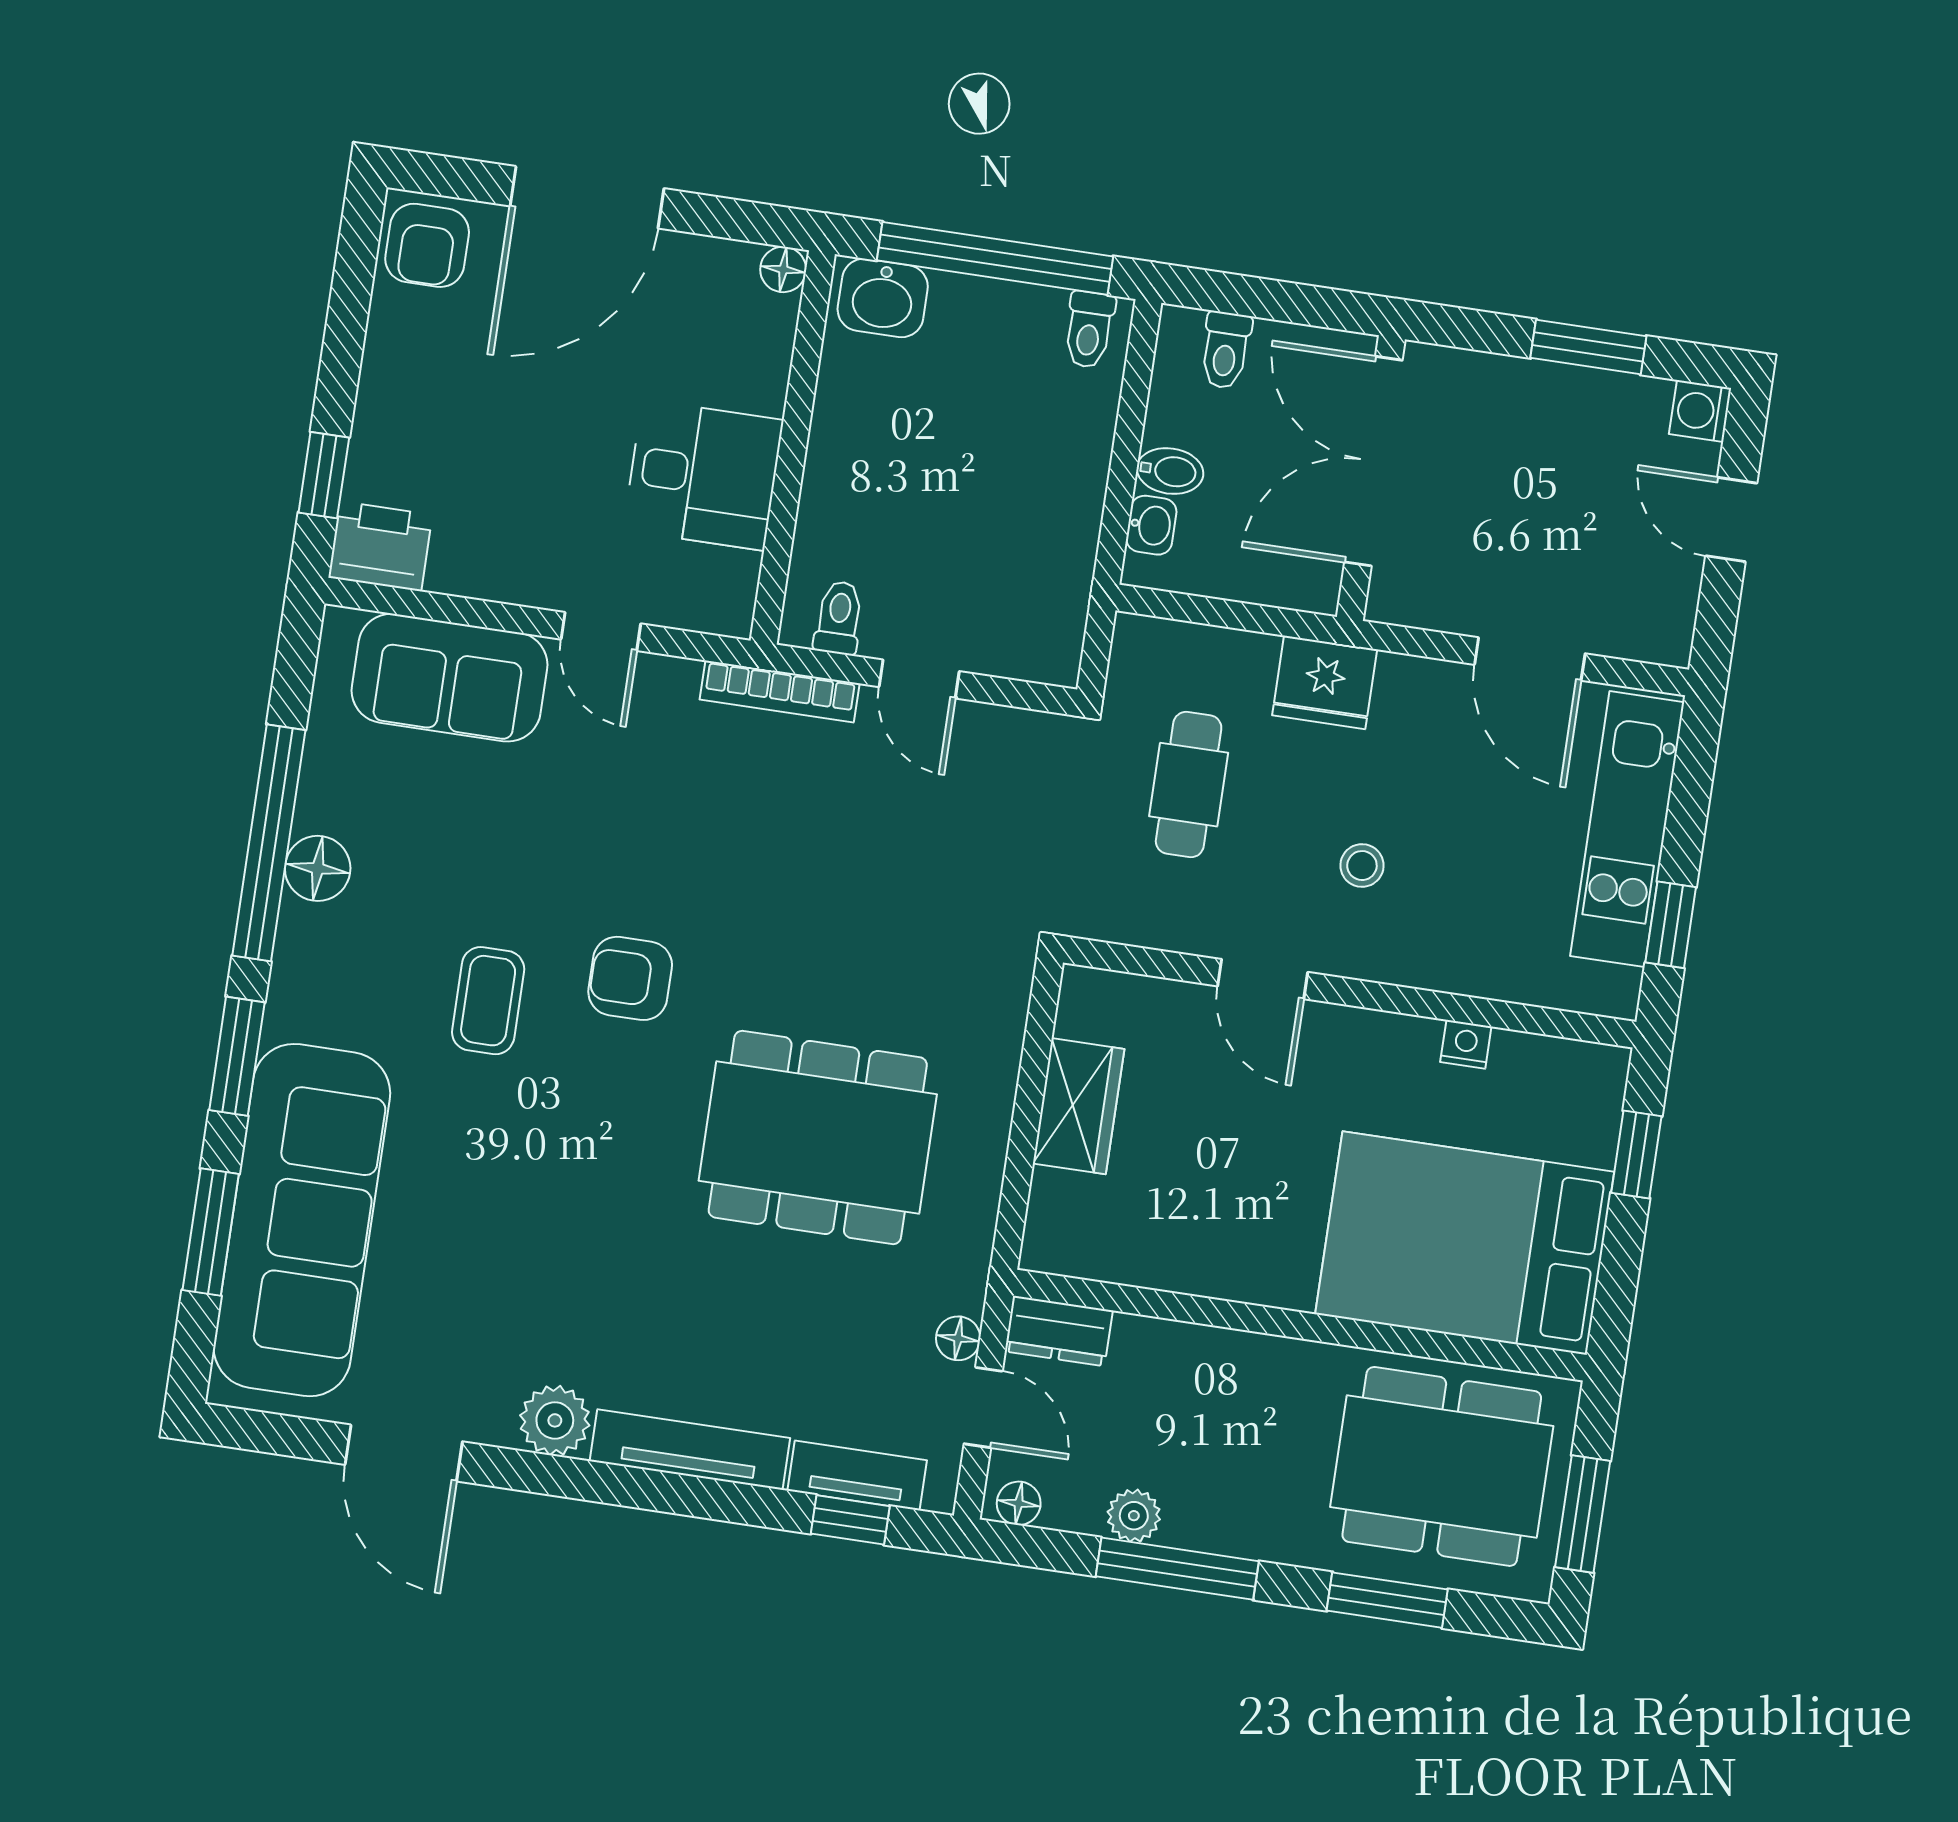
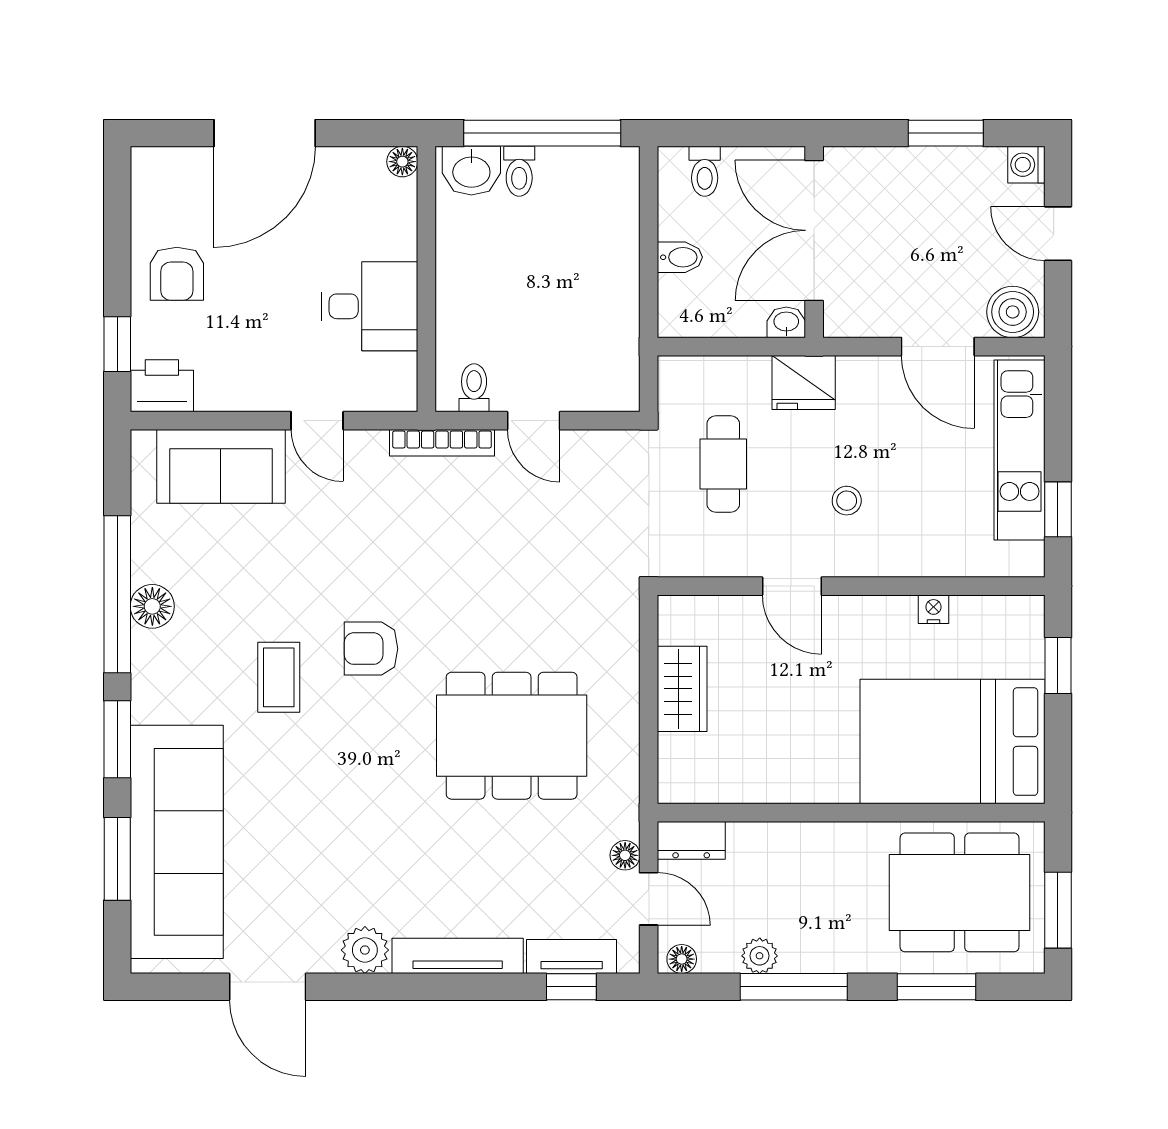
armchair: (427, 245) -> (177, 274), moved
toilet: (1089, 330) -> (519, 171), moved
washbasin: (1151, 525) -> (786, 322), moved, turned -90
boiler: (1647, 625) -> (1013, 312), added

